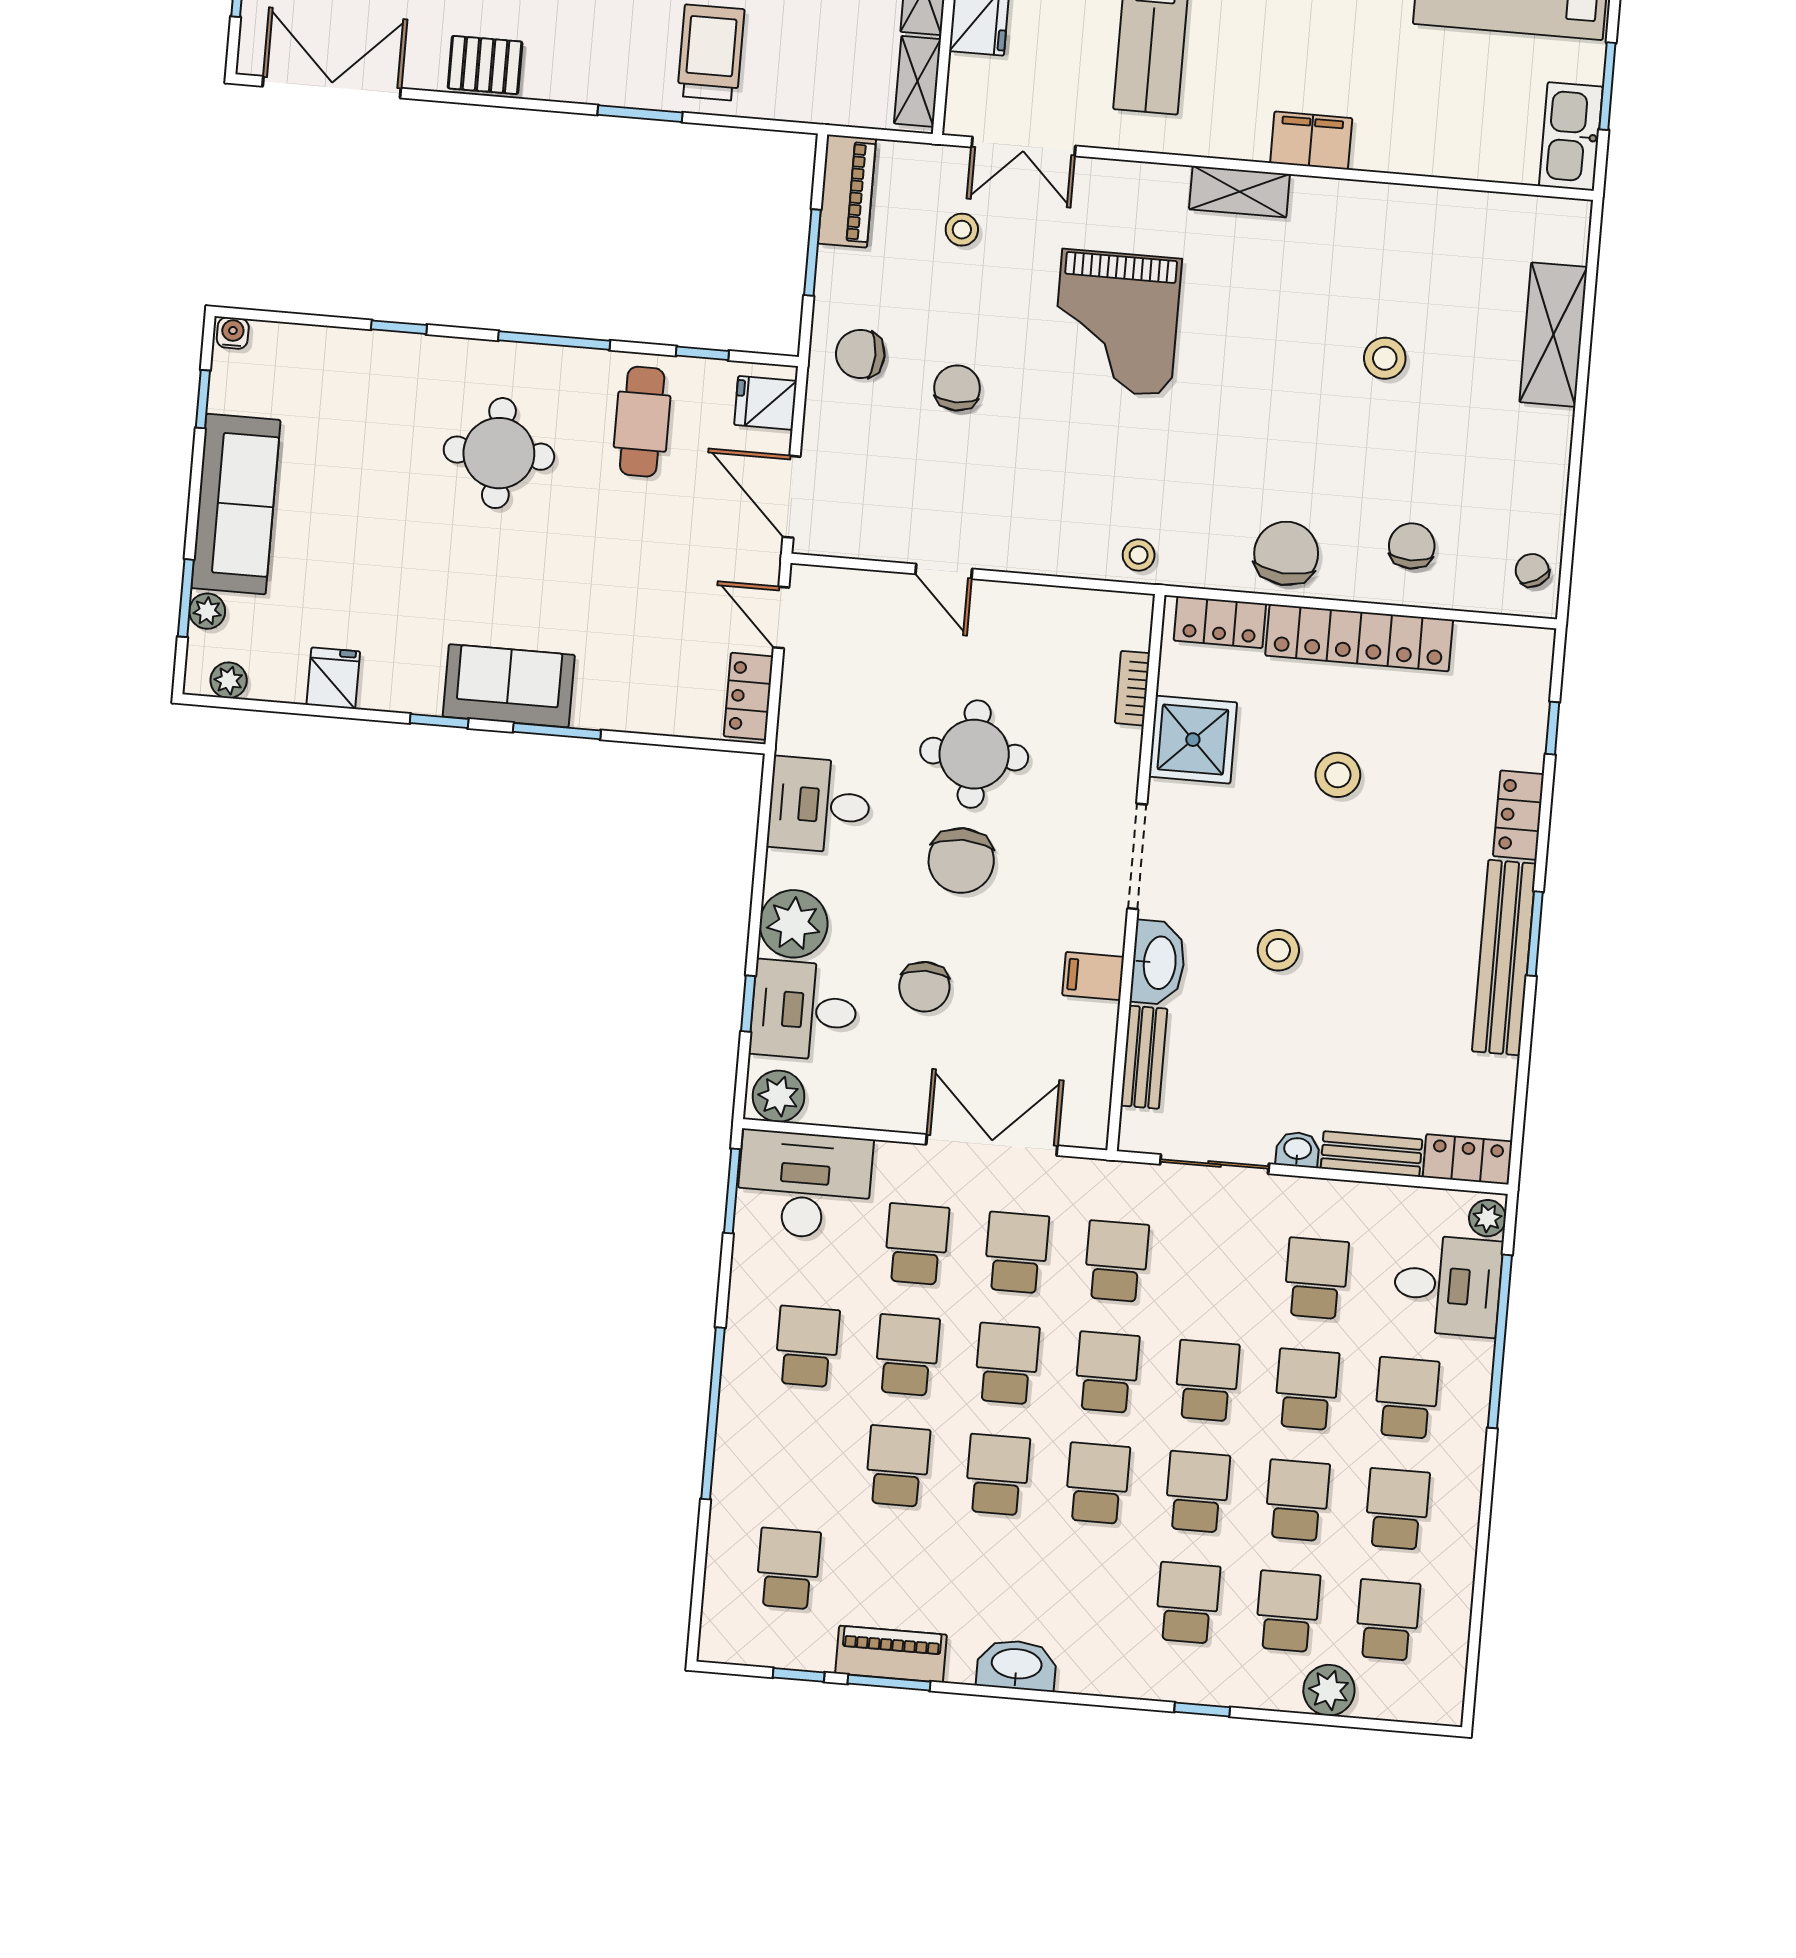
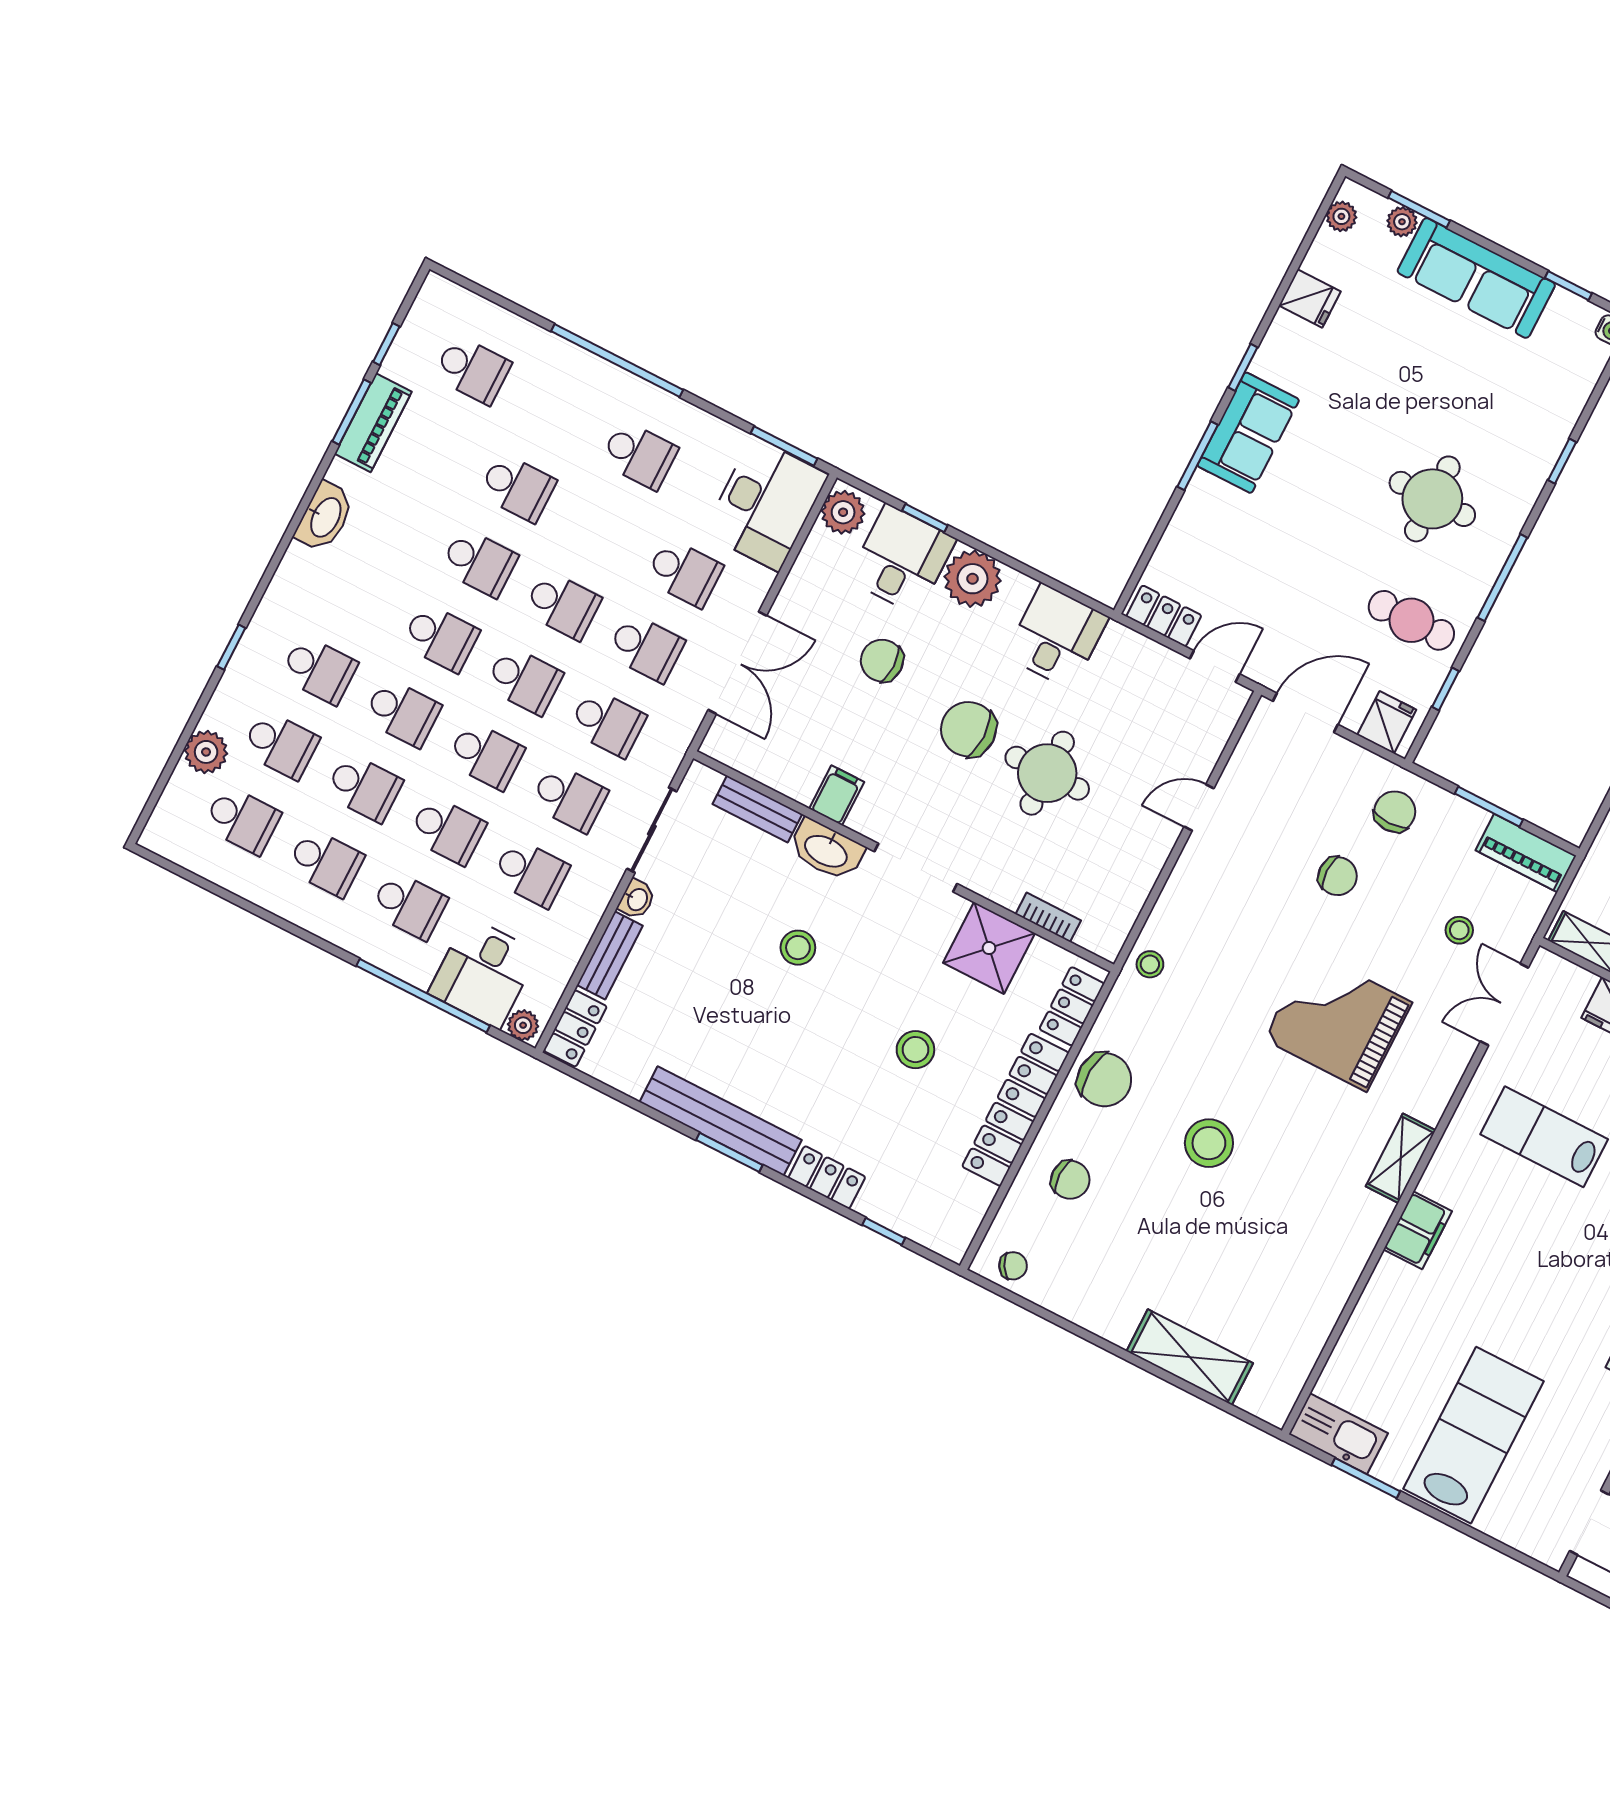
stool: (1385, 358) -> (1209, 1143), moved, width x1.38, depth x1.38
school desk: (907, 1355) -> (569, 798), moved

